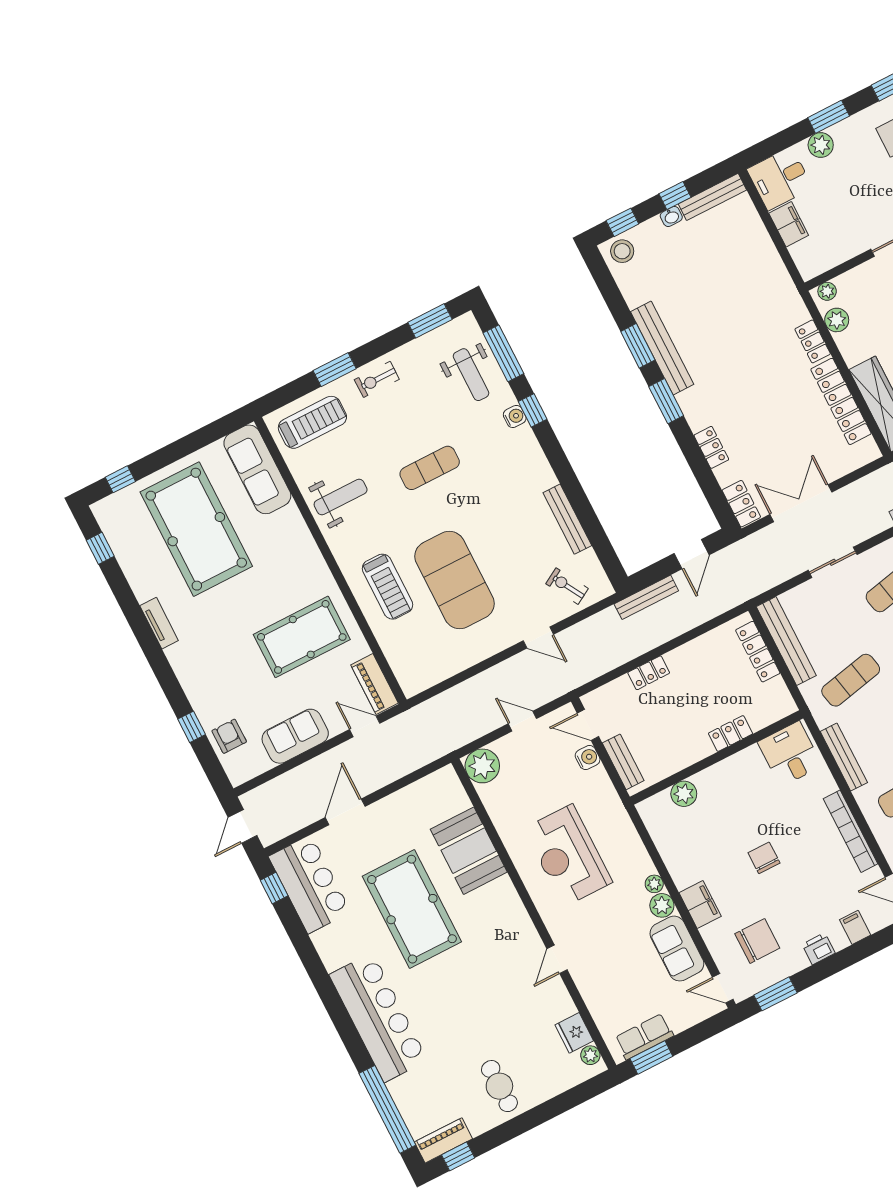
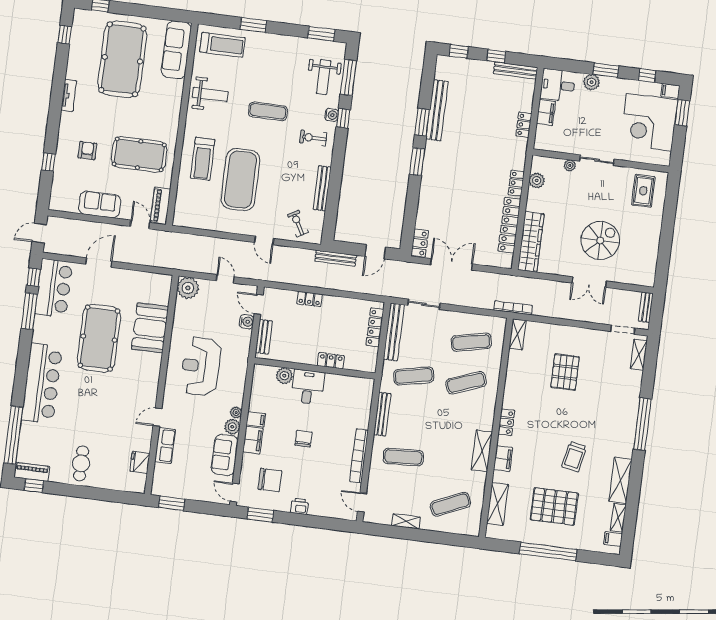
washbasin: (671, 216) -> (487, 66), removed
stool: (622, 251) -> (448, 66), removed
plant: (827, 291) -> (570, 165), moved
bench: (662, 348) -> (437, 110), moved
exercise bike: (377, 379) -> (313, 138), moved
locker: (711, 447) -> (524, 125), moved, turned 180
sliding door: (833, 562) -> (424, 304), moved
armchair: (229, 736) -> (87, 151), moved
desk: (790, 754) -> (308, 387), moved
filing cabinet: (855, 927) -> (256, 419), moved, turned 90
window: (299, 936) -> (29, 311), added
row of seats: (644, 1037) -> (165, 446), moved, turned 90
plant: (590, 1055) -> (140, 480), removed

